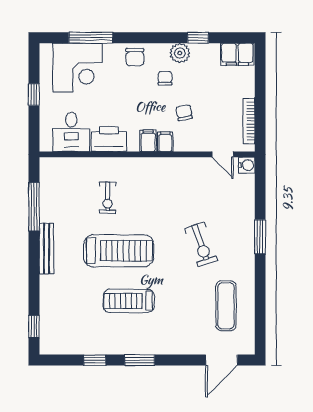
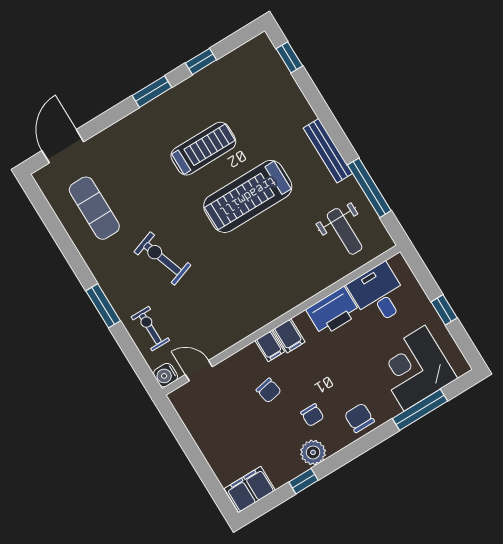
bookcase: (249, 121) -> (193, 424), removed
weight bench: (68, 188) -> (345, 231), added
exercise bike: (108, 198) -> (150, 329), moved

